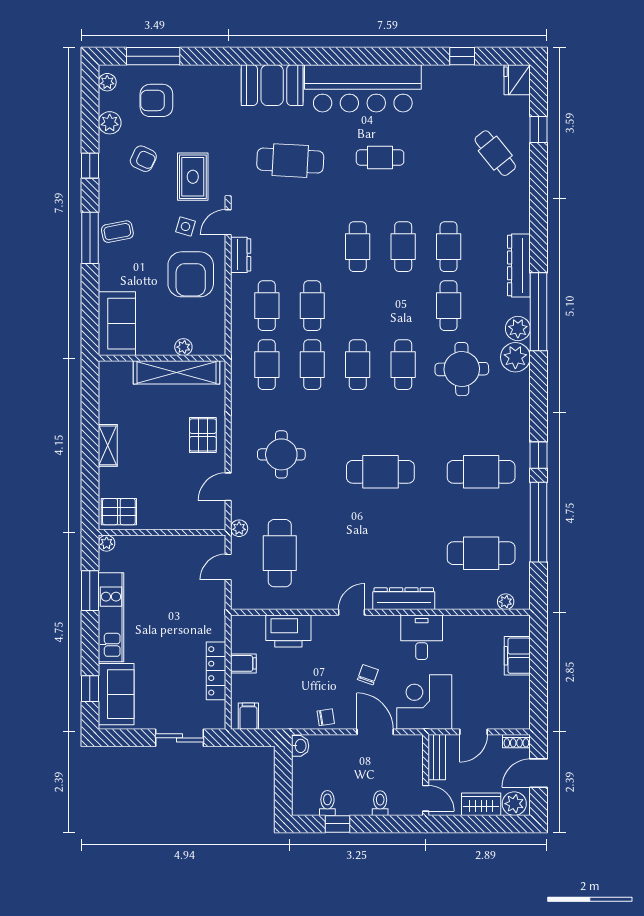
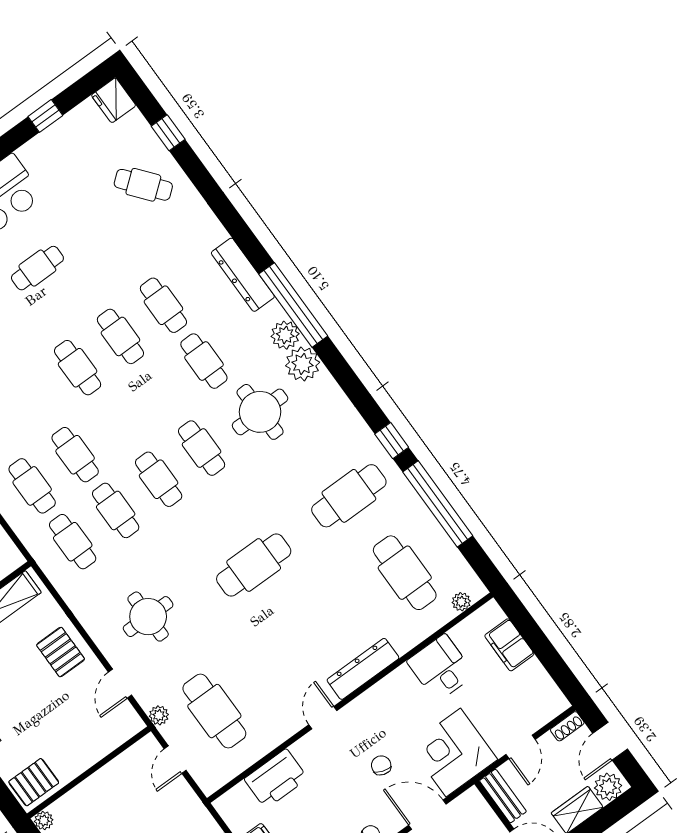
cafe table: (481, 553) -> (405, 573), turned 90
desk: (422, 637) -> (441, 668), moved

